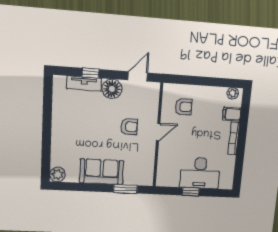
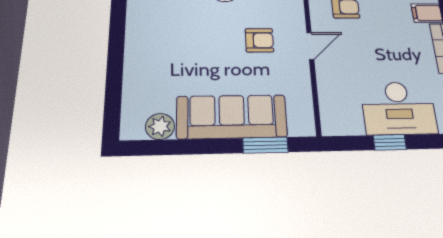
sofa: (102, 172) -> (232, 117), width x1.36
plant: (57, 174) -> (160, 126), moved

